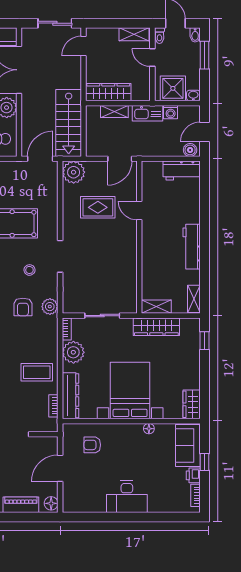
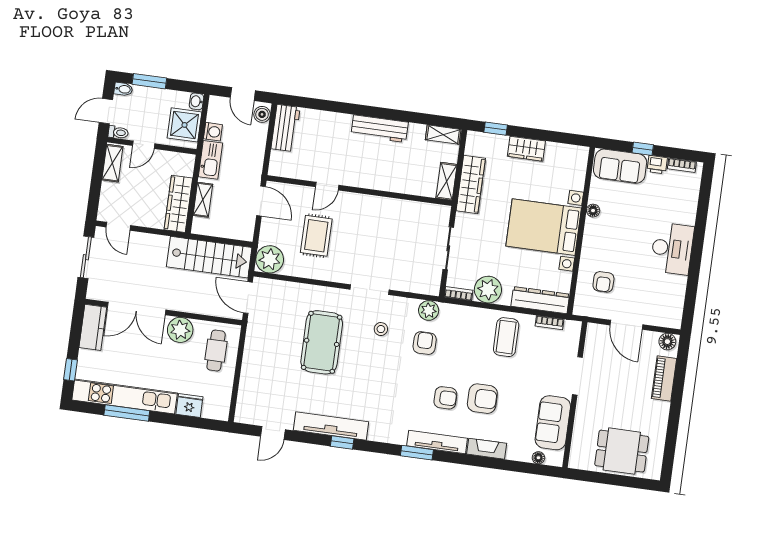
armchair: (23, 307) -> (425, 343), turned -90
wardrobe: (192, 404) -> (526, 149), moved

